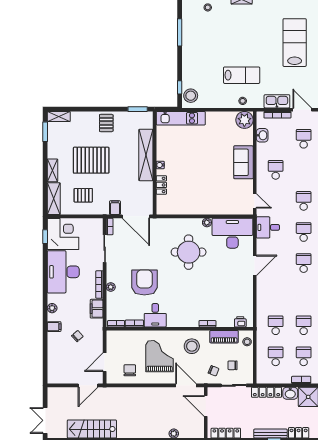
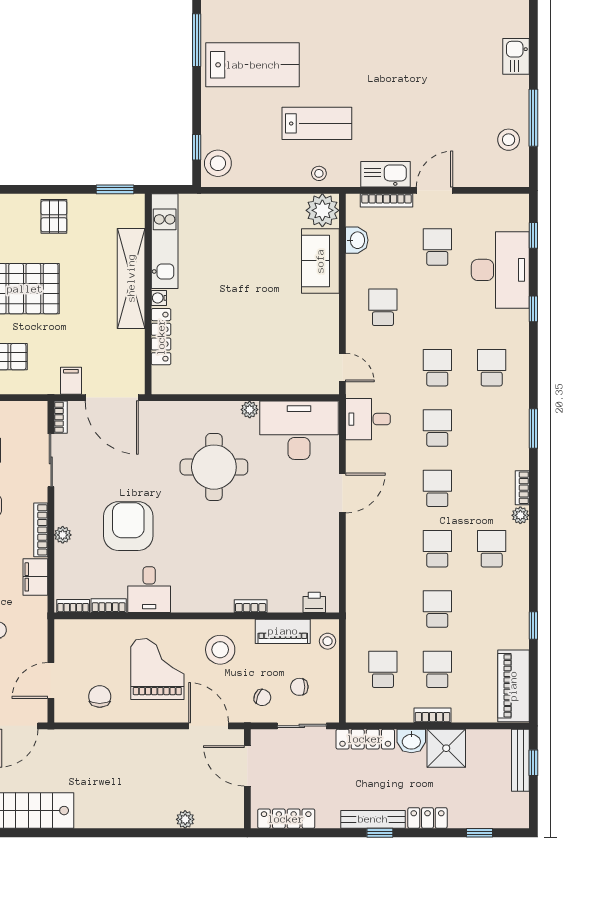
lab bench: (295, 43) -> (253, 65), moved, turned 90
door: (302, 110) -> (434, 190), hinge flipped
kitchen unit: (181, 118) -> (165, 241), moved, turned -90
sofa: (243, 162) -> (320, 261), moved
locker: (161, 185) -> (161, 337), width x1.53
school desk: (276, 325) -> (437, 549), moved

